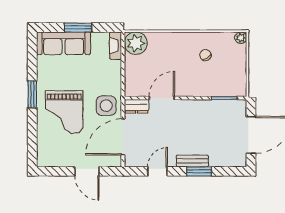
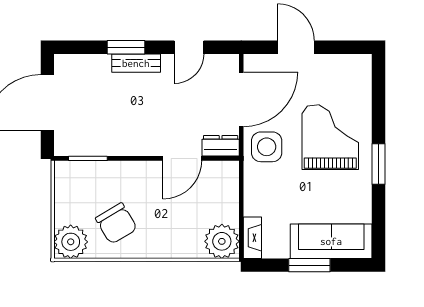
plant: (241, 38) -> (71, 242), width x1.88, depth x1.88
chair: (205, 55) -> (116, 223), width x1.87, depth x1.87

